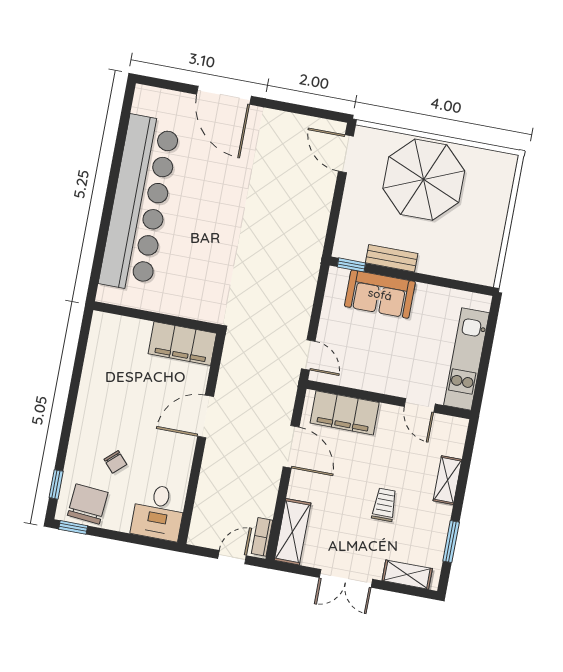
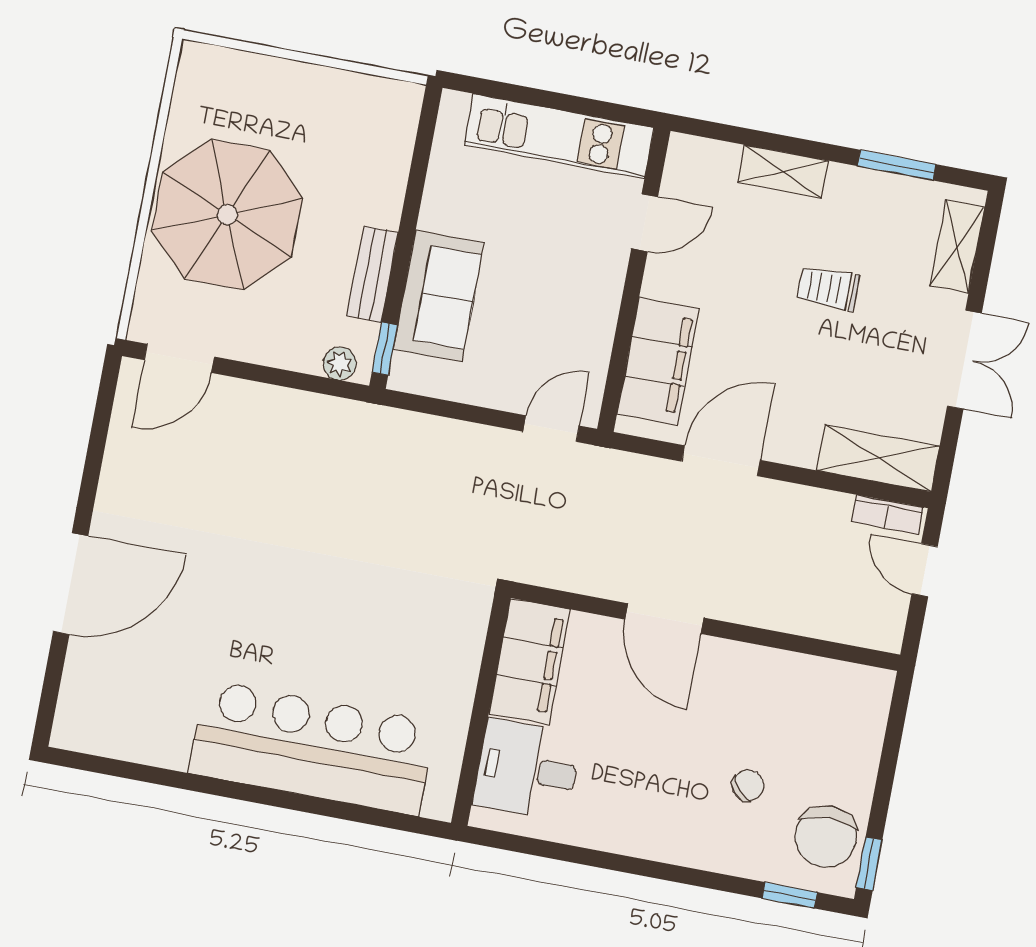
bar counter: (140, 203) -> (312, 748), width x0.73
plant: (343, 241) -> (340, 364), added
chair: (88, 504) -> (826, 837), turned -95
desk: (158, 512) -> (527, 770), moved, turned 180

